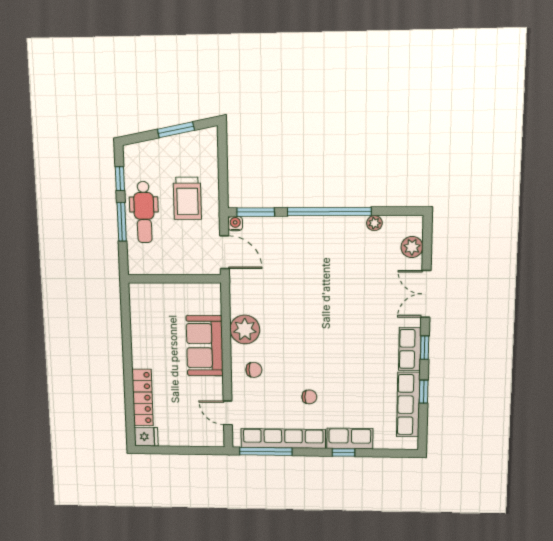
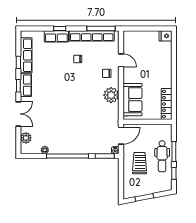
dental chair: (144, 212) -> (162, 156), turned 180
door: (225, 252) -> (121, 136), swing flipped
sofa: (205, 346) -> (133, 100), moved
locker: (143, 398) -> (167, 104), moved
door: (228, 413) -> (121, 60), moved

